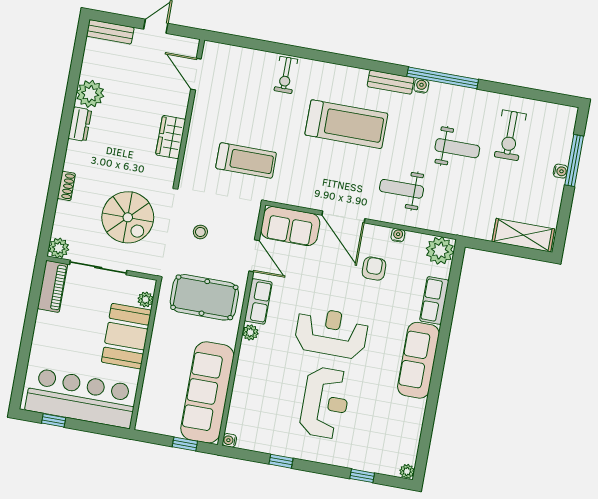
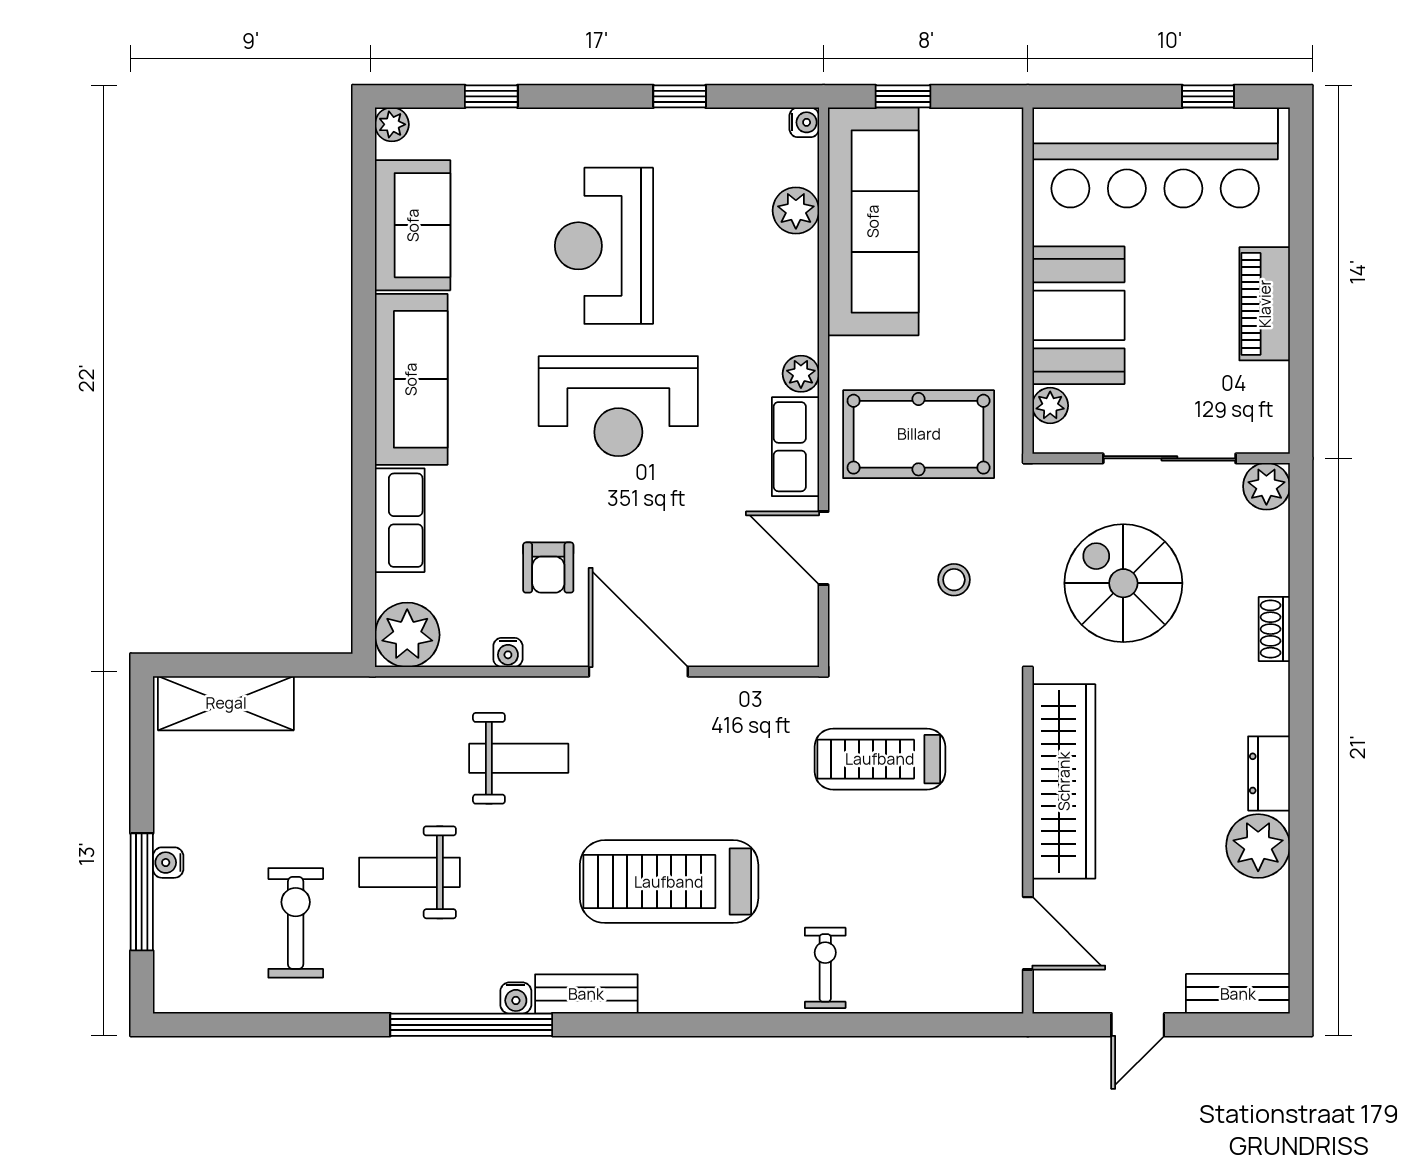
wardrobe: (171, 137) -> (1064, 781), width x2.10, depth x1.17
sofa: (290, 226) -> (413, 225), moved, turned 90
piano: (53, 286) -> (1265, 304), moved
plant: (240, 403) -> (796, 210), added

